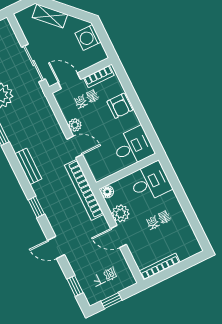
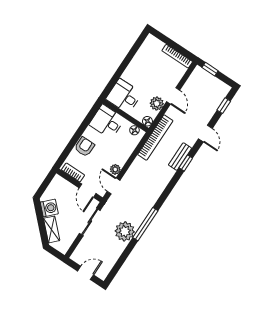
washing machine: (88, 38) -> (49, 208), moved, turned -45
door: (75, 147) -> (114, 186), moved
bench: (28, 166) -> (180, 157), moved
floor lamp: (106, 172) -> (134, 130), added
window: (111, 301) -> (210, 69), moved

